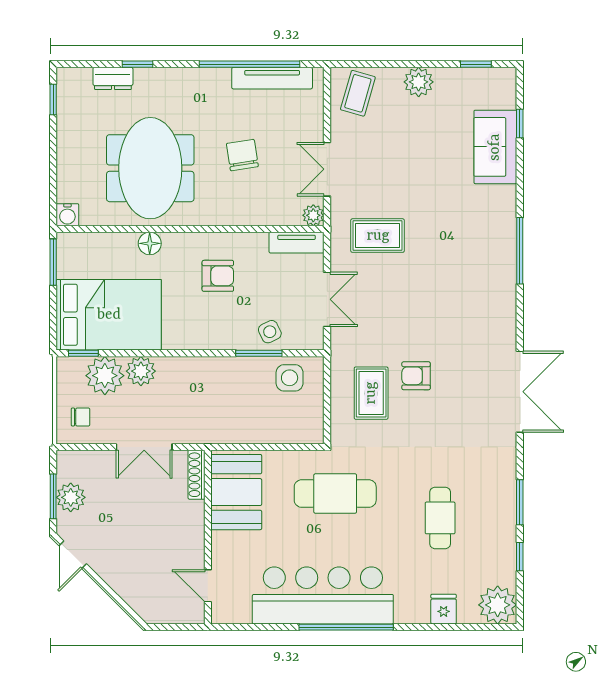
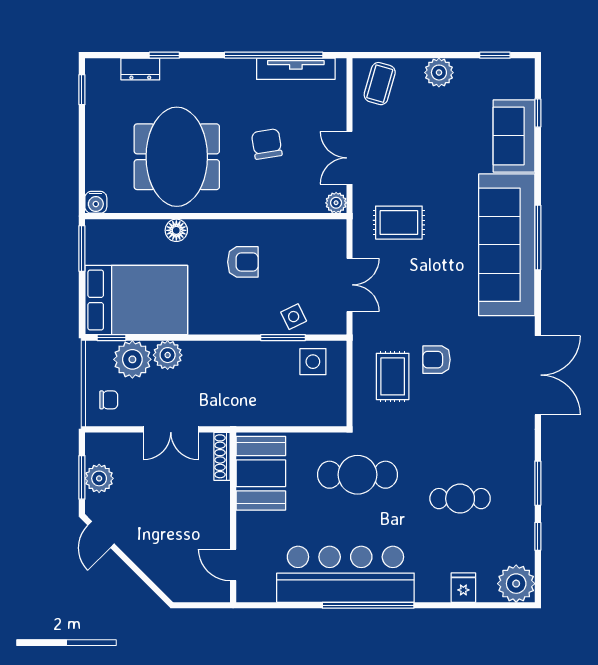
tv unit: (297, 243) -> (320, 229), removed
sofa: (488, 258) -> (507, 245), added
cafe table: (440, 518) -> (460, 499), turned 90

